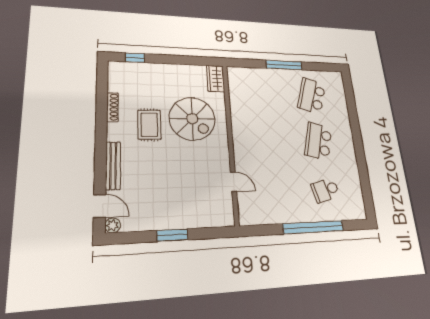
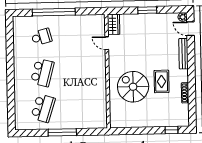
wardrobe: (216, 79) -> (114, 24), moved

